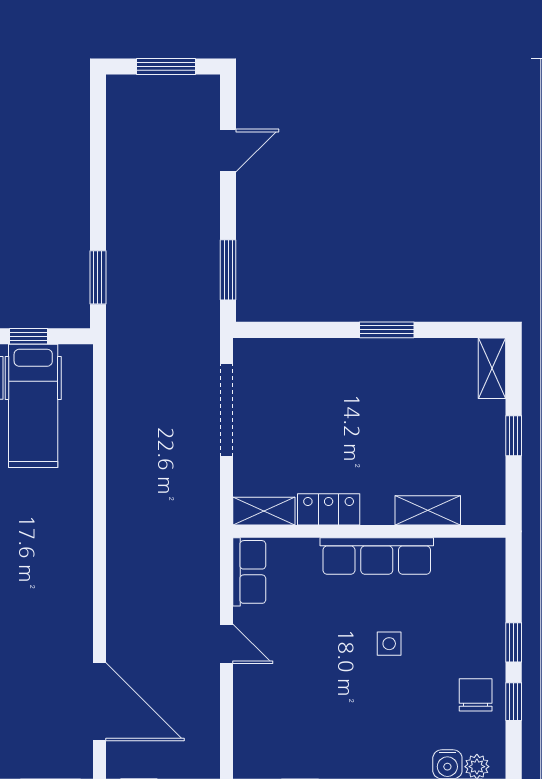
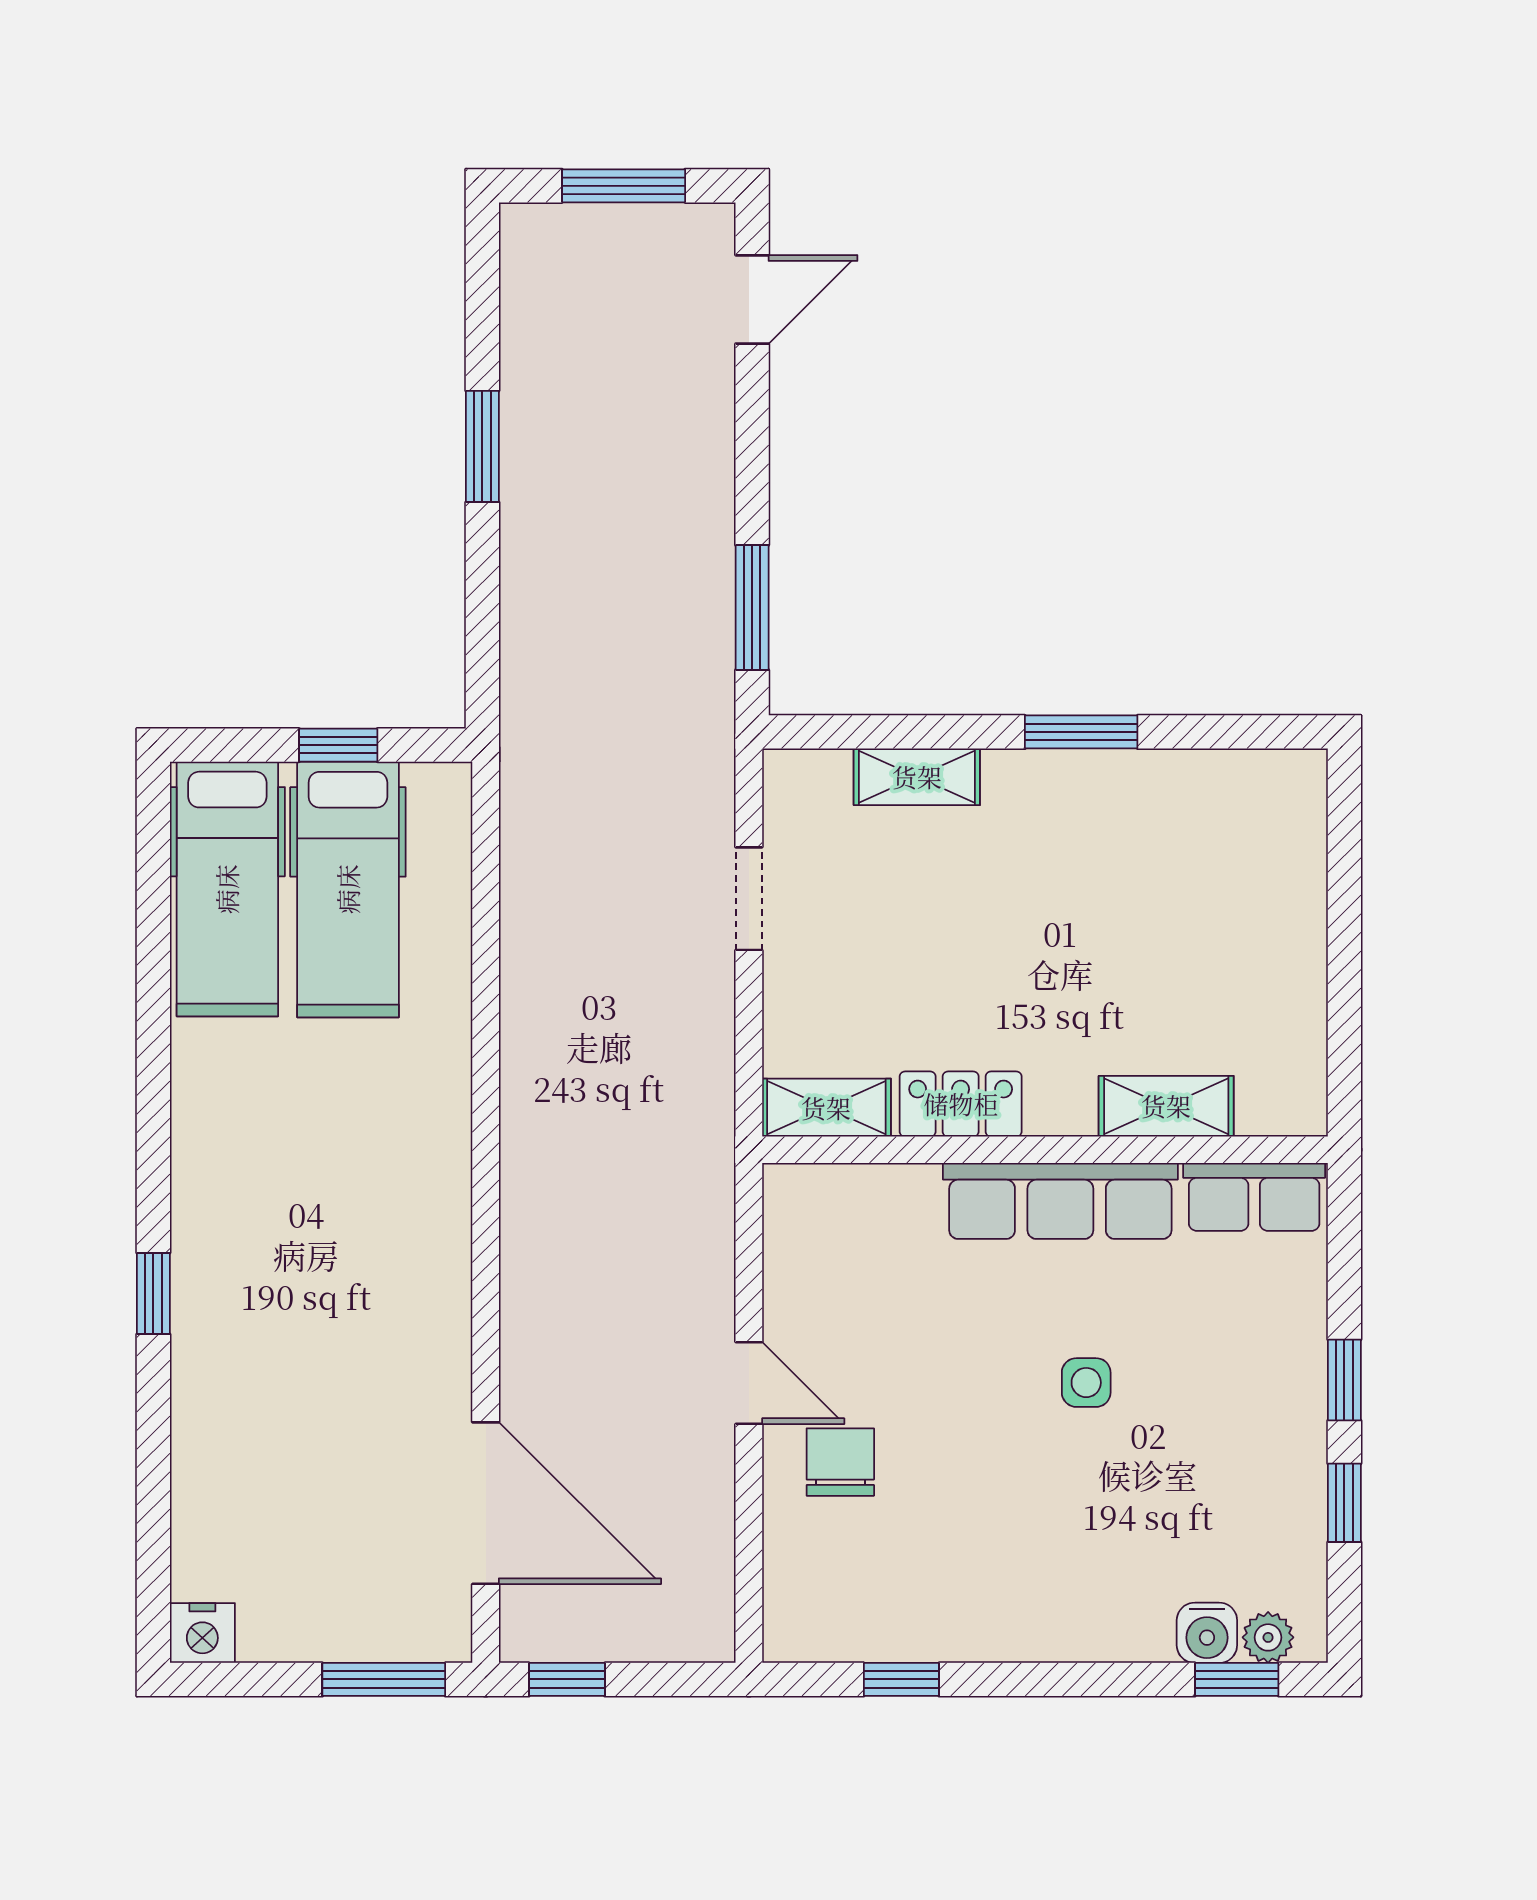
door: (228, 151) -> (752, 299), moved
window: (98, 277) -> (482, 446), moved
shelving: (492, 368) -> (917, 777), moved, turned 90
doorway: (226, 410) -> (749, 899), width x0.53
window: (514, 436) -> (1344, 951), removed
row of seats: (249, 572) -> (1254, 1197), moved, turned 90
chair: (476, 695) -> (840, 1462), moved

